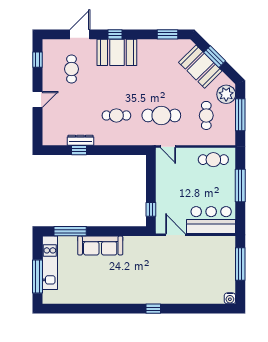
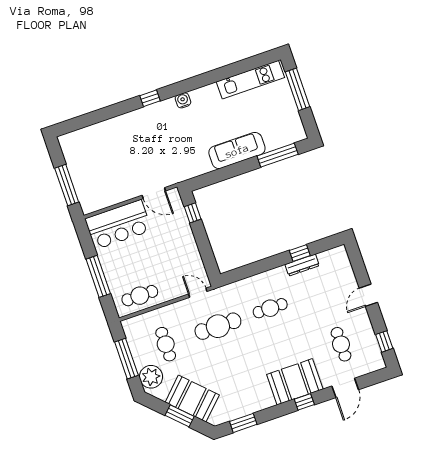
kitchen unit: (50, 263) -> (250, 80), moved, turned -90
water cooler: (230, 298) -> (183, 100), moved

